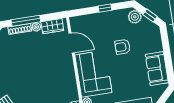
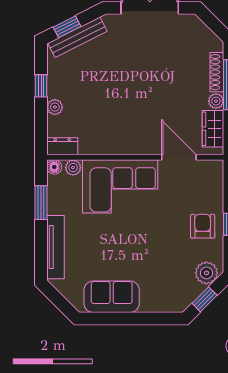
door: (72, 43) -> (179, 157), swing flipped
armchair: (122, 47) -> (203, 226), moved

